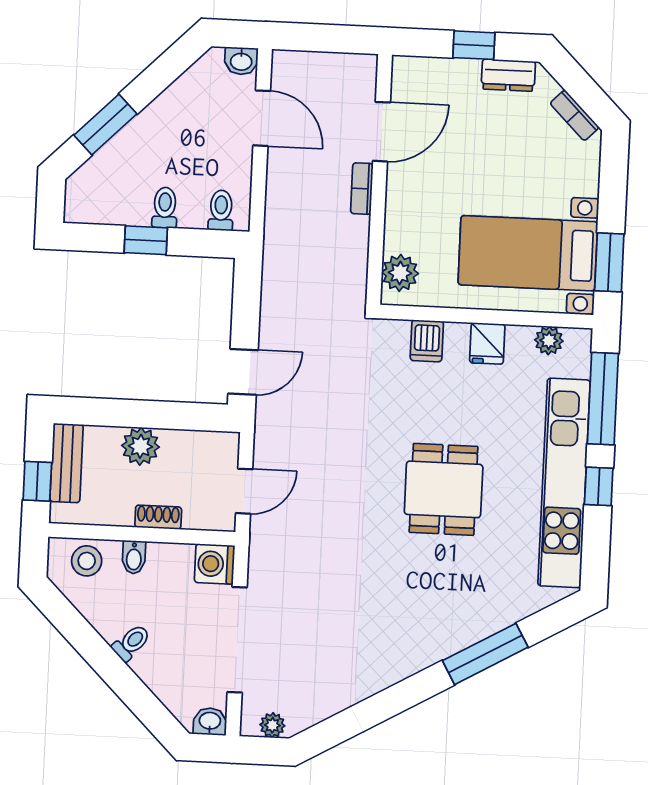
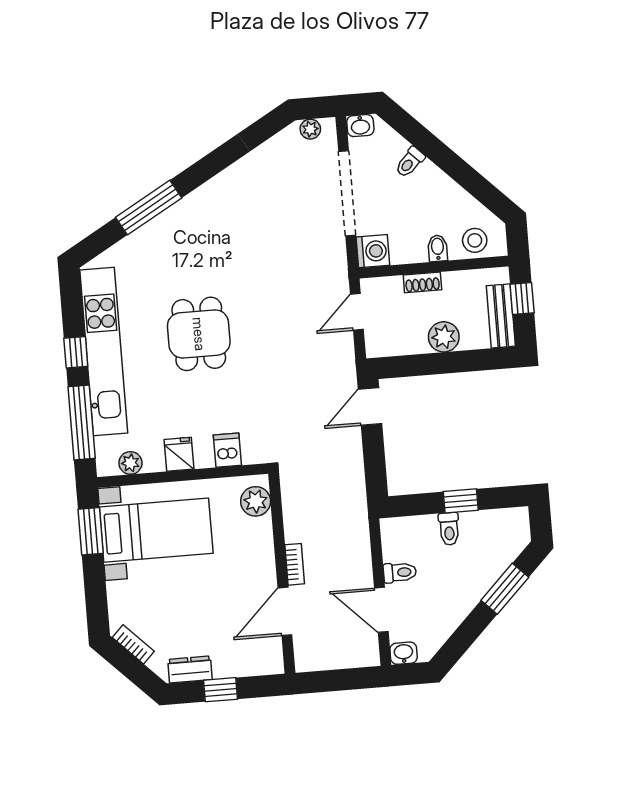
toilet: (221, 210) -> (400, 572), moved, turned -90
toilet: (131, 643) -> (410, 162), moved

